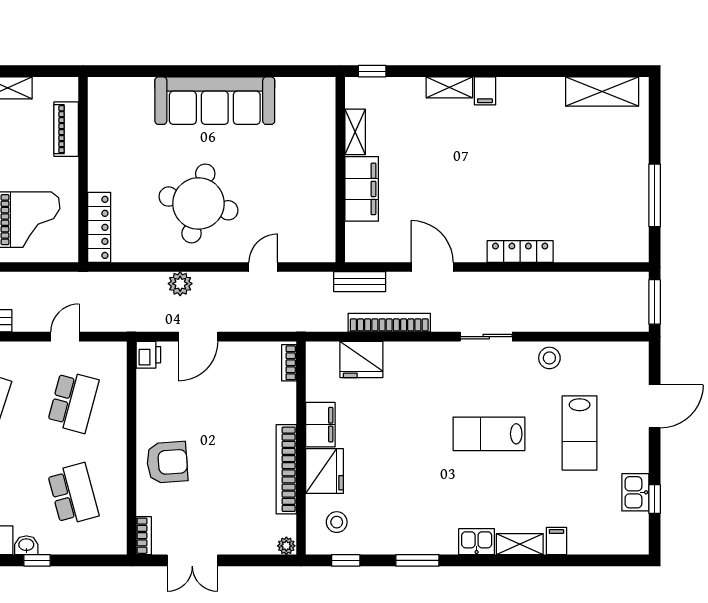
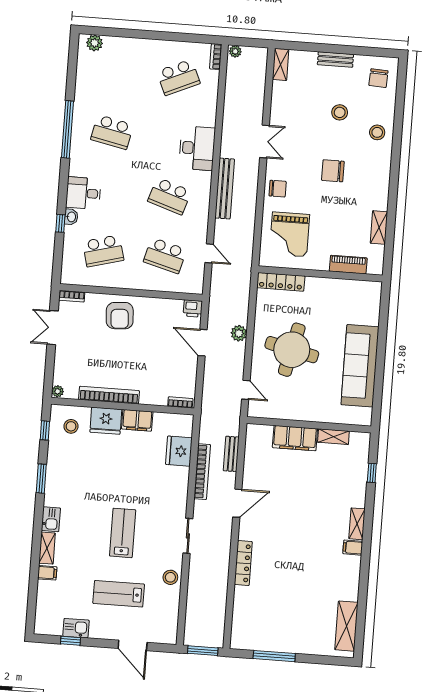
shelving: (355, 132) -> (333, 437), moved
wall: (340, 170) -> (309, 425), moved
filing cabinet: (362, 189) -> (295, 438), moved

